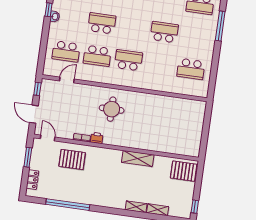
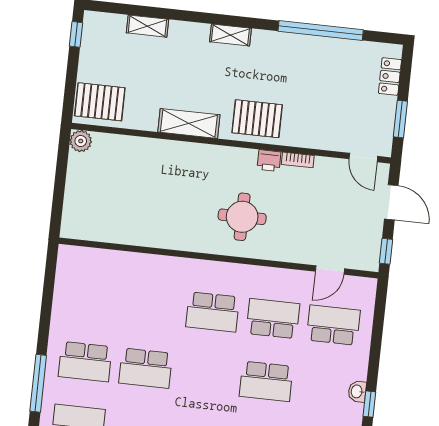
school desk: (191, 69) -> (85, 362), moved, turned 180
plant: (194, 151) -> (81, 141), added
pallet: (72, 159) -> (257, 119), moved
shelving: (136, 207) -> (230, 35), moved

